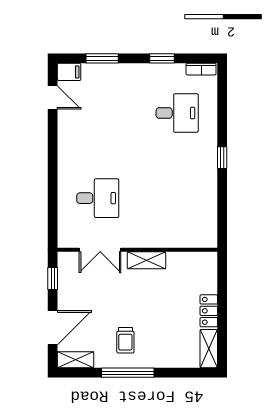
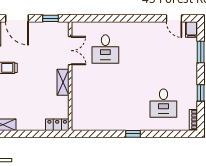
door: (53, 98) -> (174, 18), hinge flipped
double door: (100, 250) -> (70, 51), swing flipped
locker: (209, 311) -> (57, 125), moved

